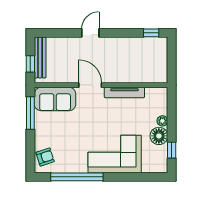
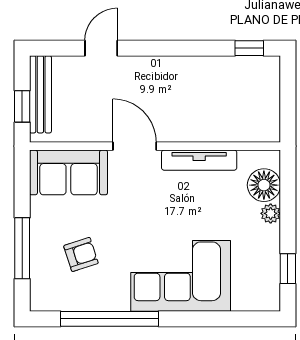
door: (90, 33) -> (101, 48), moved
window: (30, 113) -> (22, 248), moved
floor lamp: (159, 136) -> (264, 185), moved
armchair: (45, 157) -> (81, 254), moved

